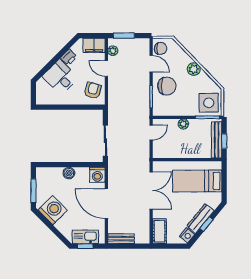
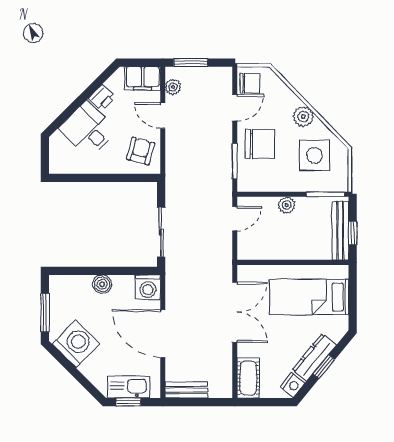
door: (151, 64) -> (235, 108), hinge flipped
side table: (209, 103) -> (314, 155), moved

